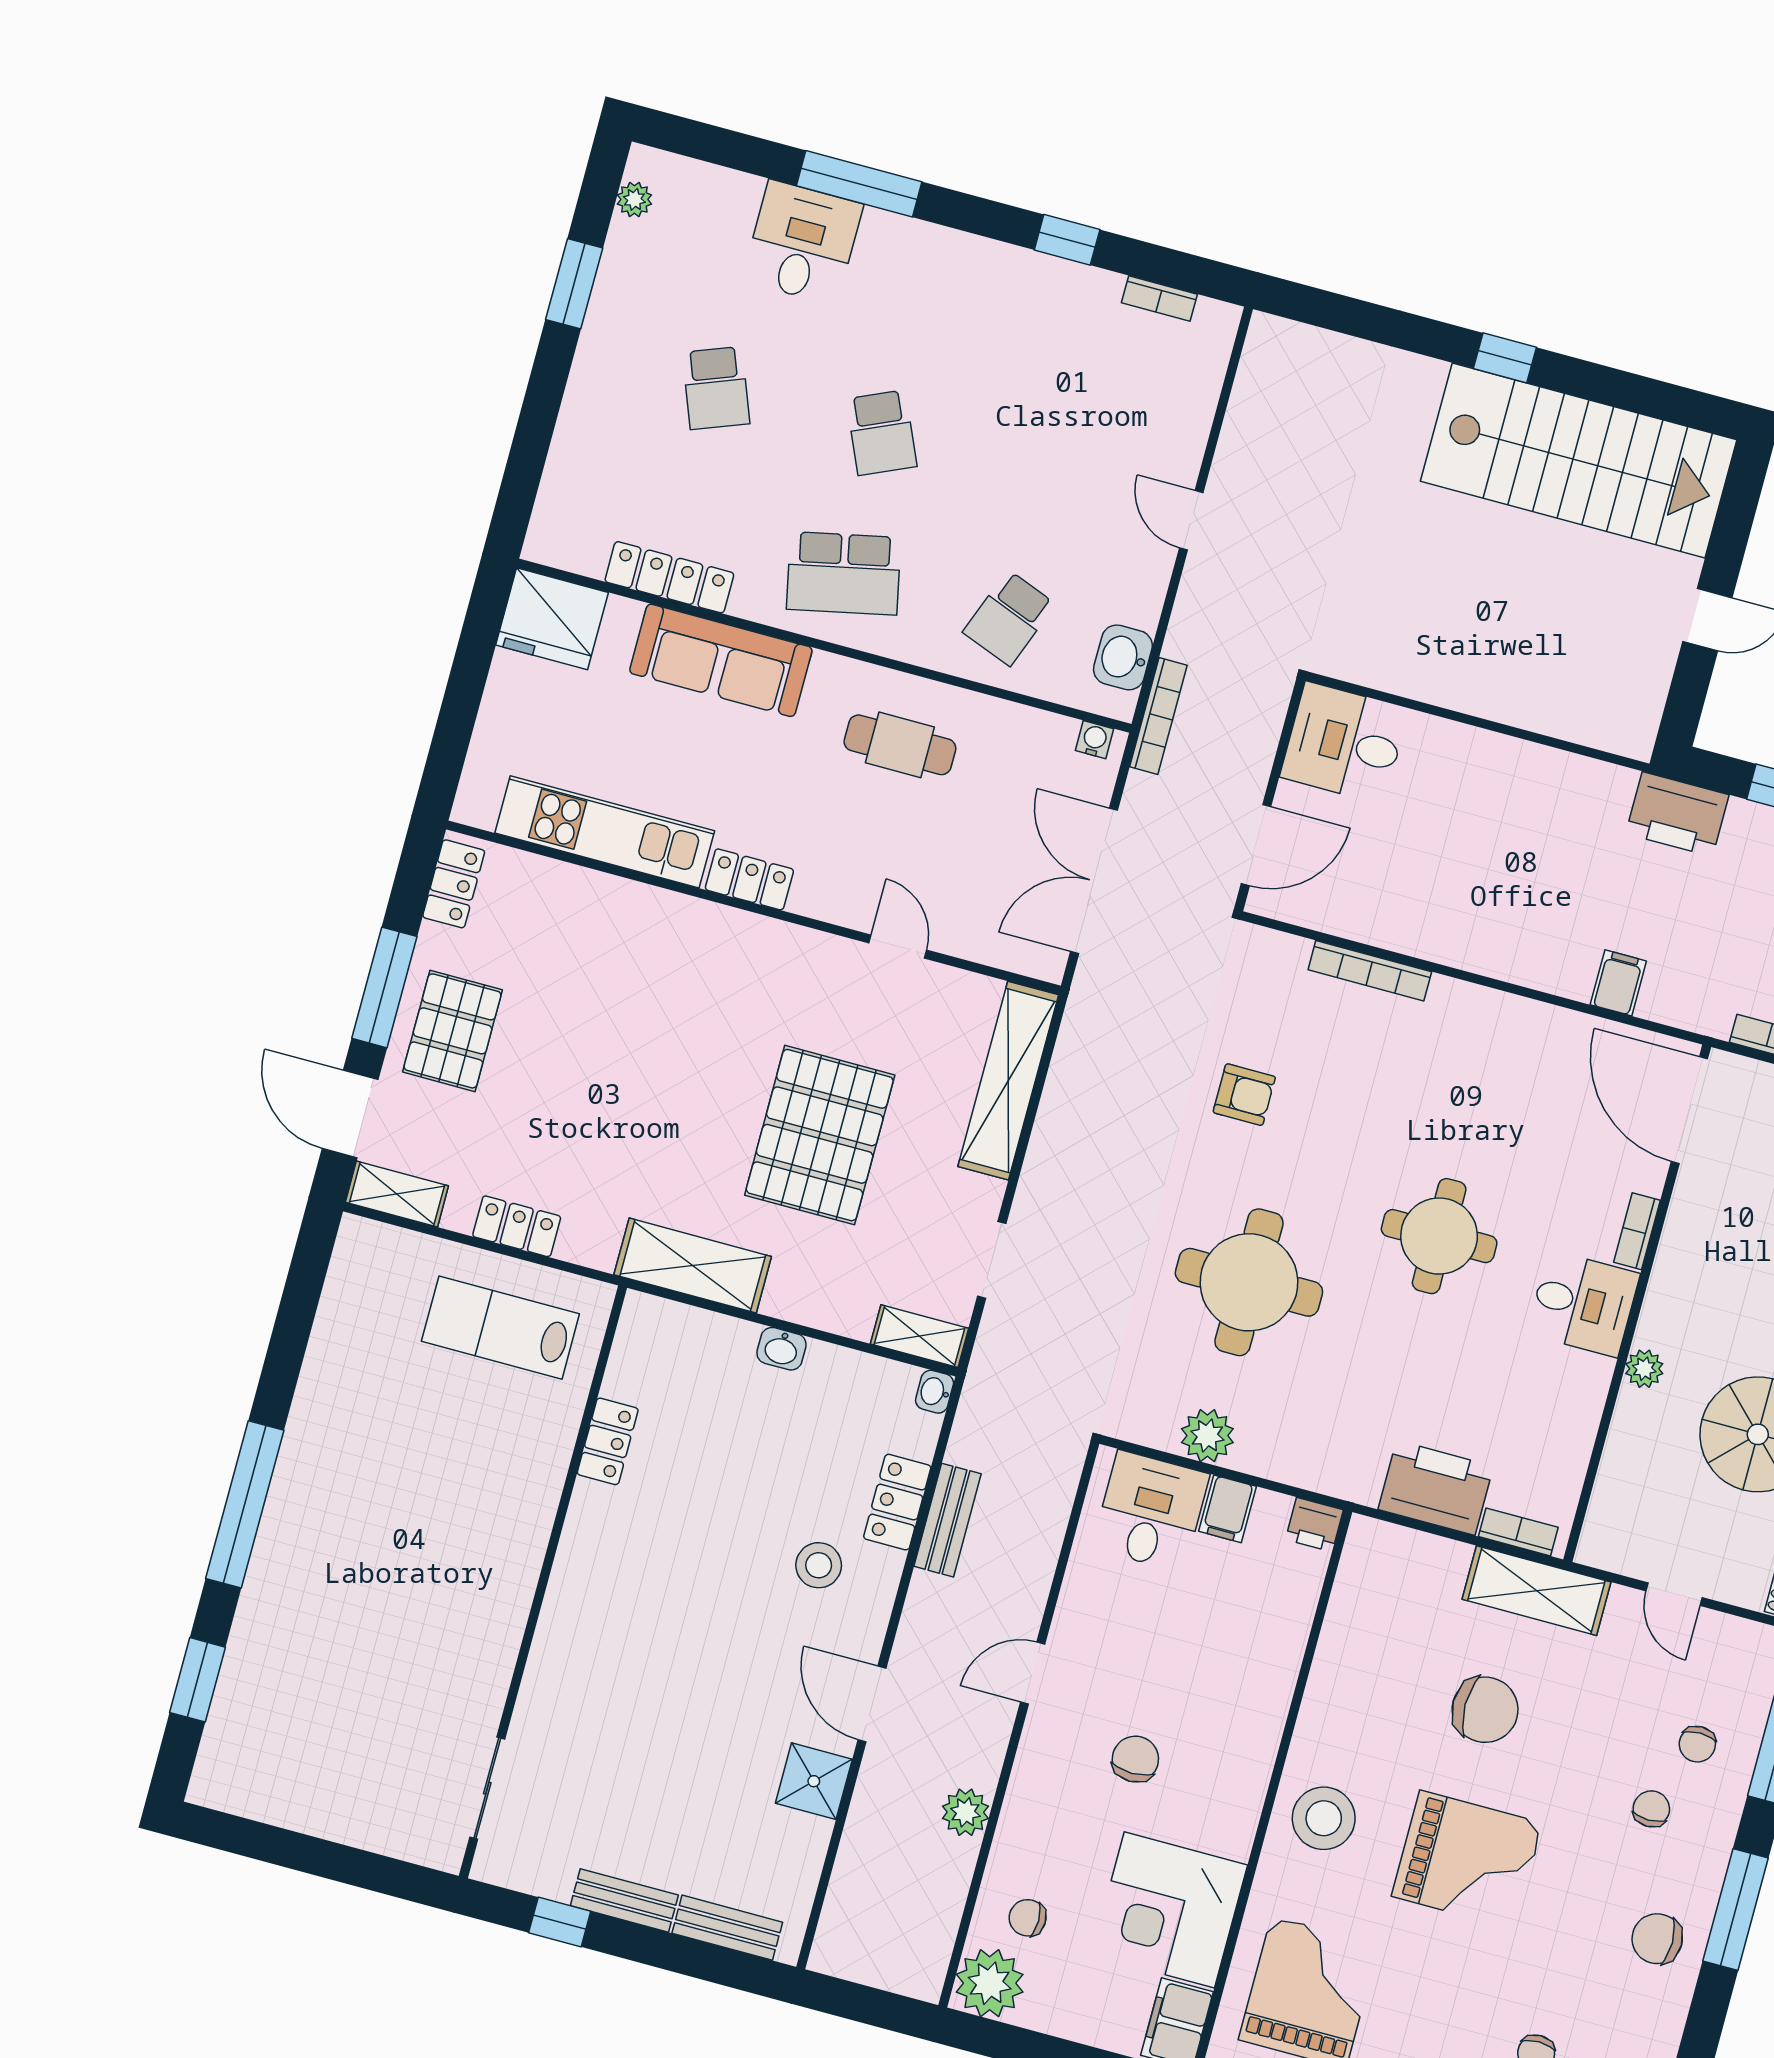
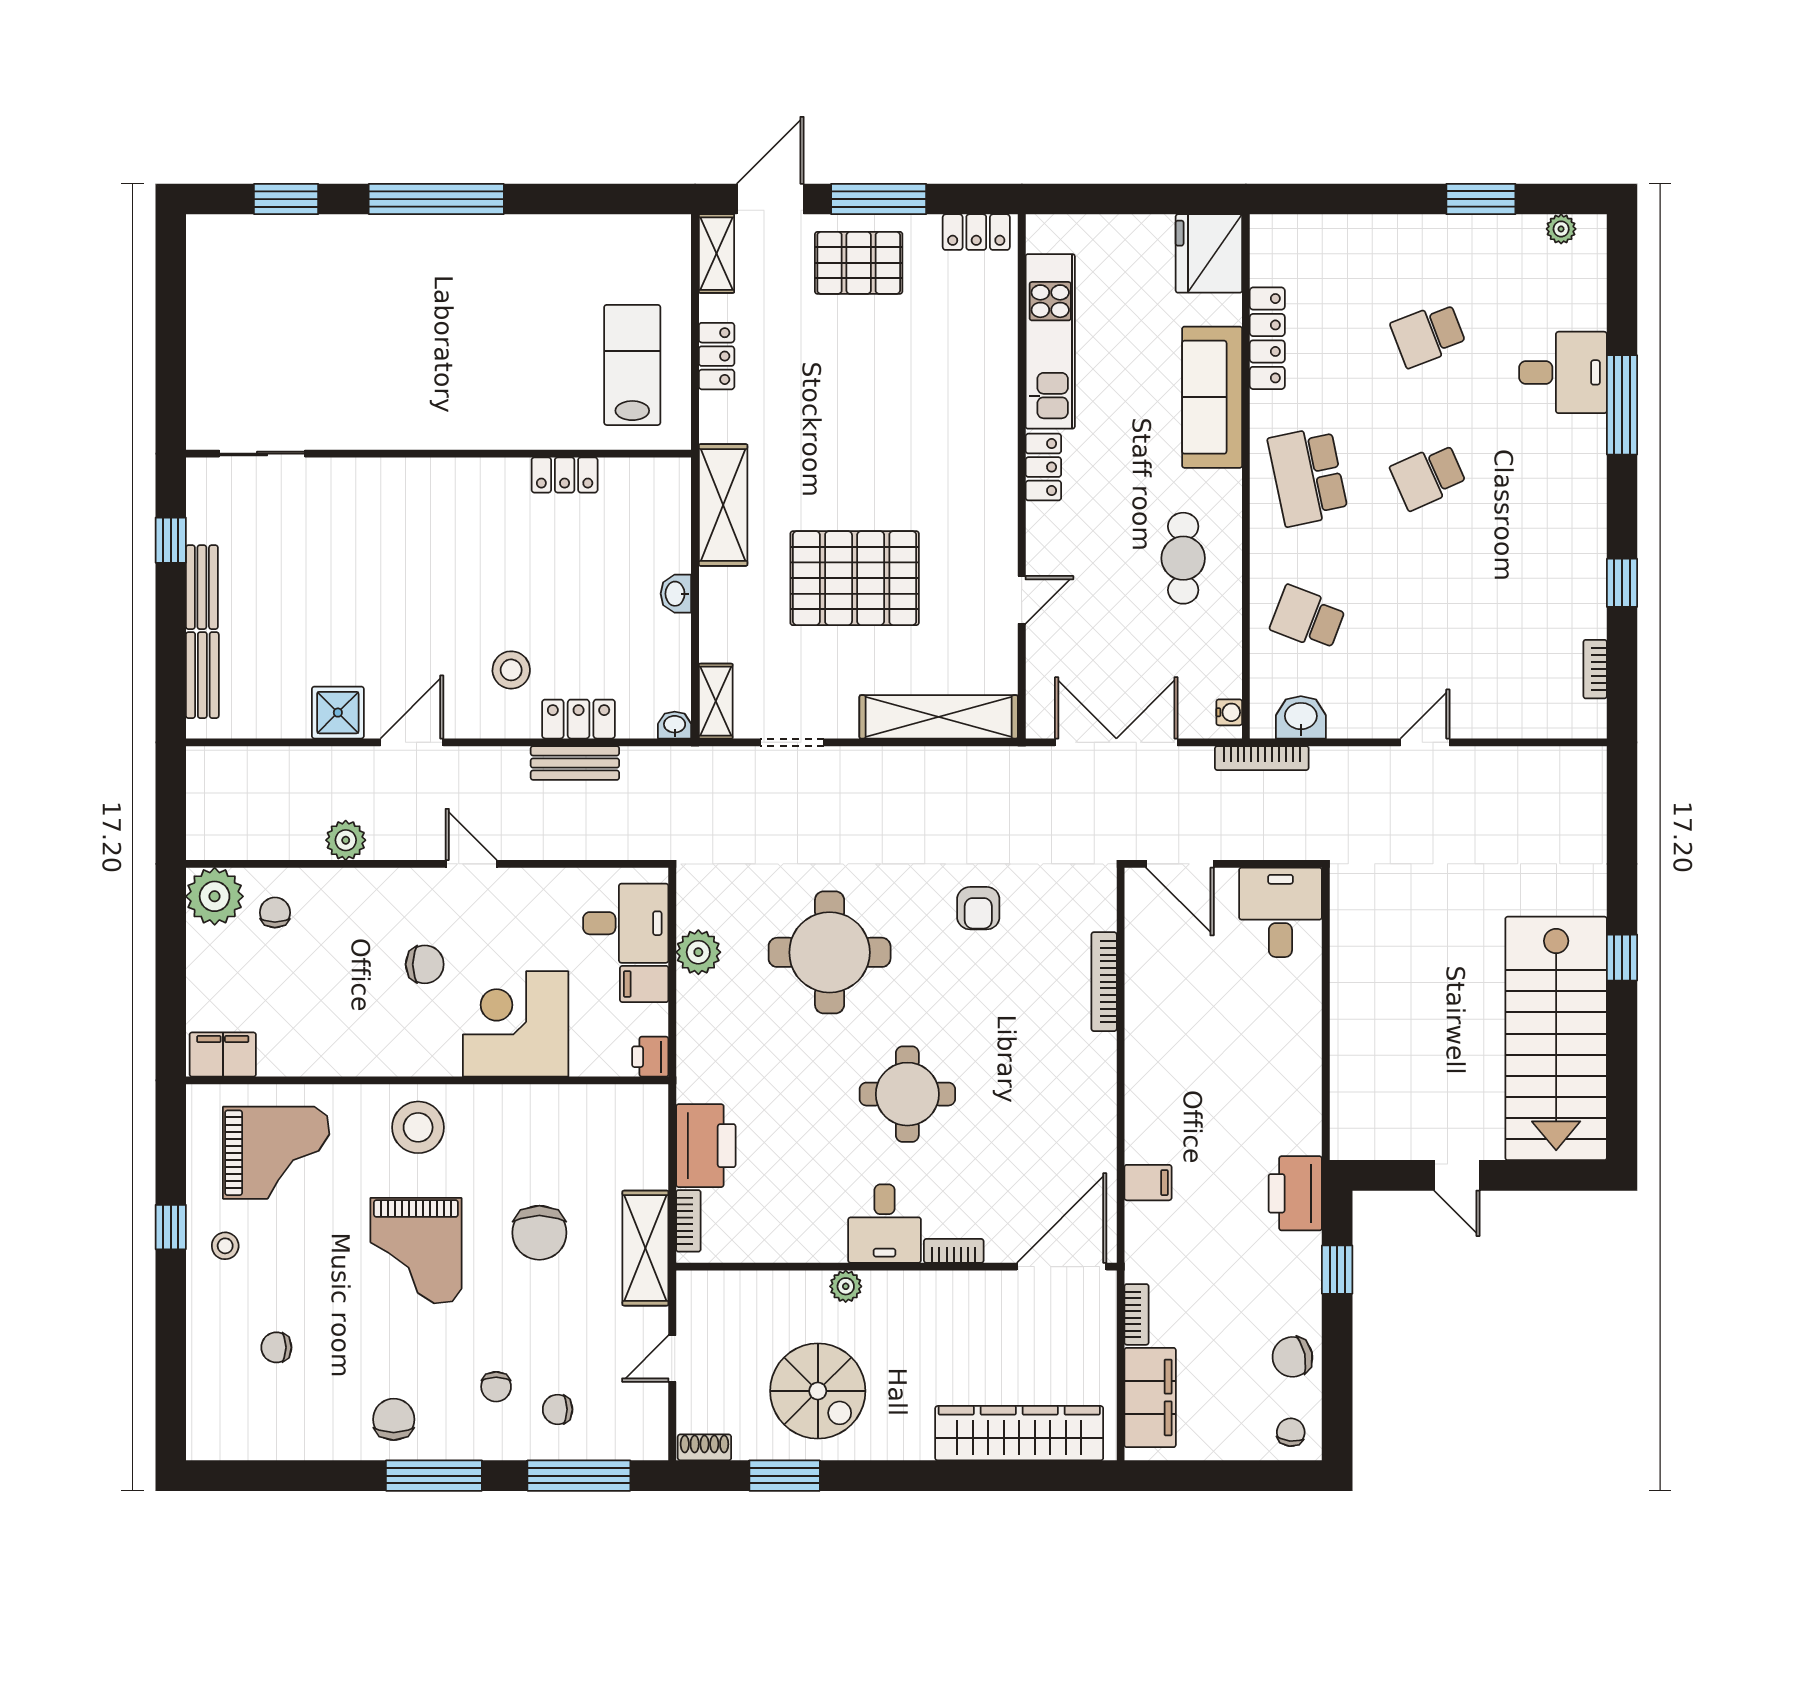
chair: (1651, 1809) -> (496, 1387), turned 90
corner desk: (1169, 1910) -> (516, 1024), moved

